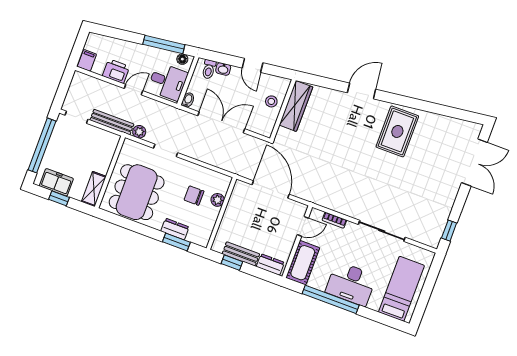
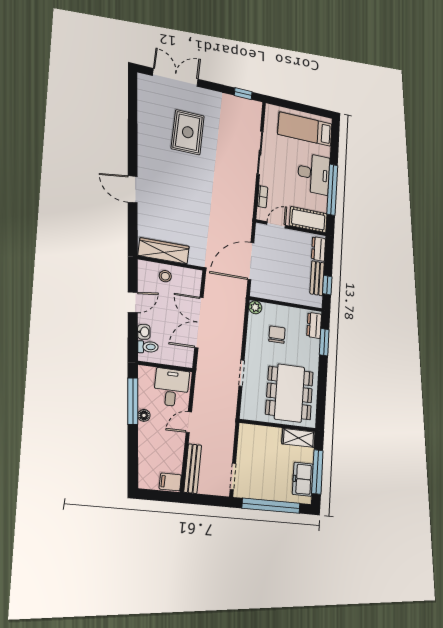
floor lamp: (182, 59) -> (144, 415), moved
printer: (116, 71) -> (174, 446), removed
door: (134, 90) -> (189, 422), hinge flipped
bidet: (188, 100) -> (185, 362), removed
bench: (112, 122) -> (193, 468), moved
rug: (397, 131) -> (188, 132), moved, turned 90
plant: (139, 132) -> (230, 405), removed
dining table: (137, 192) -> (290, 393), turned 90
chair: (194, 196) -> (277, 335), turned 180
window: (59, 198) -> (317, 472), width x2.17
plant: (218, 200) -> (255, 307), moved
door: (303, 226) -> (276, 225), hinge flipped
dresser: (175, 229) -> (314, 325), moved

